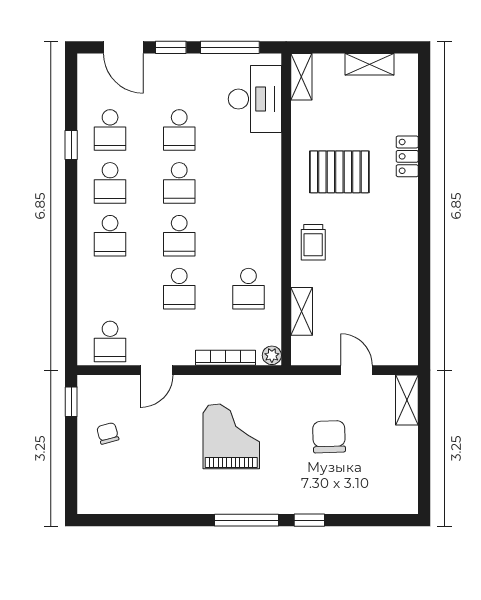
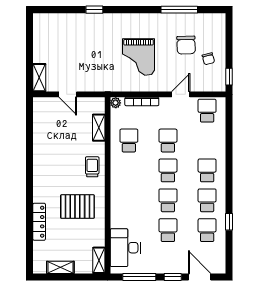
locker: (407, 156) -> (39, 222), width x1.53
chair: (329, 437) -> (186, 45), moved
window: (246, 520) -> (179, 10), moved

